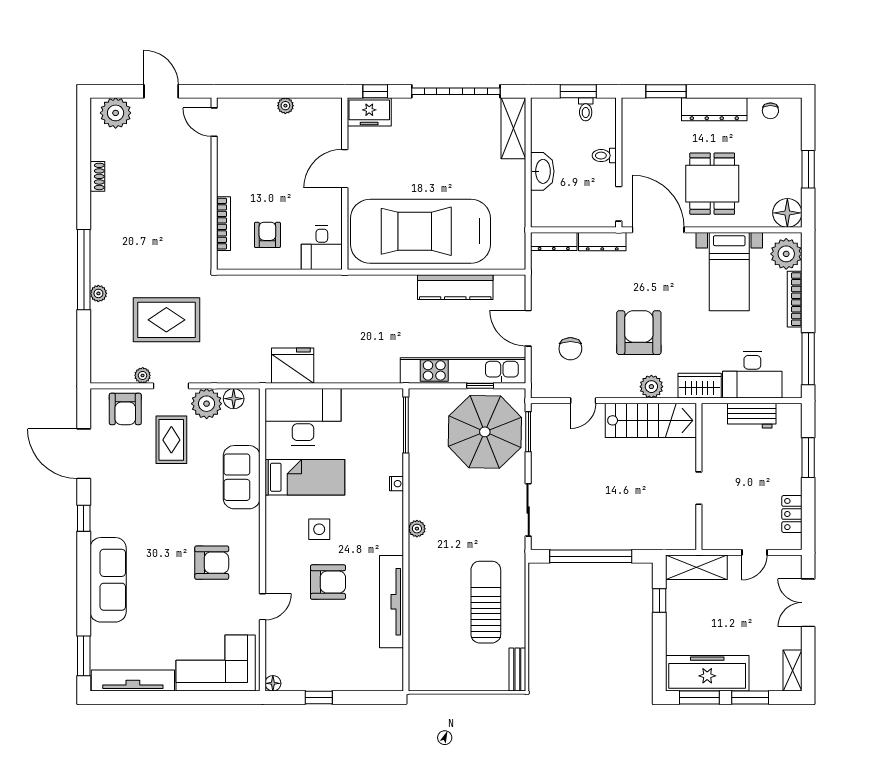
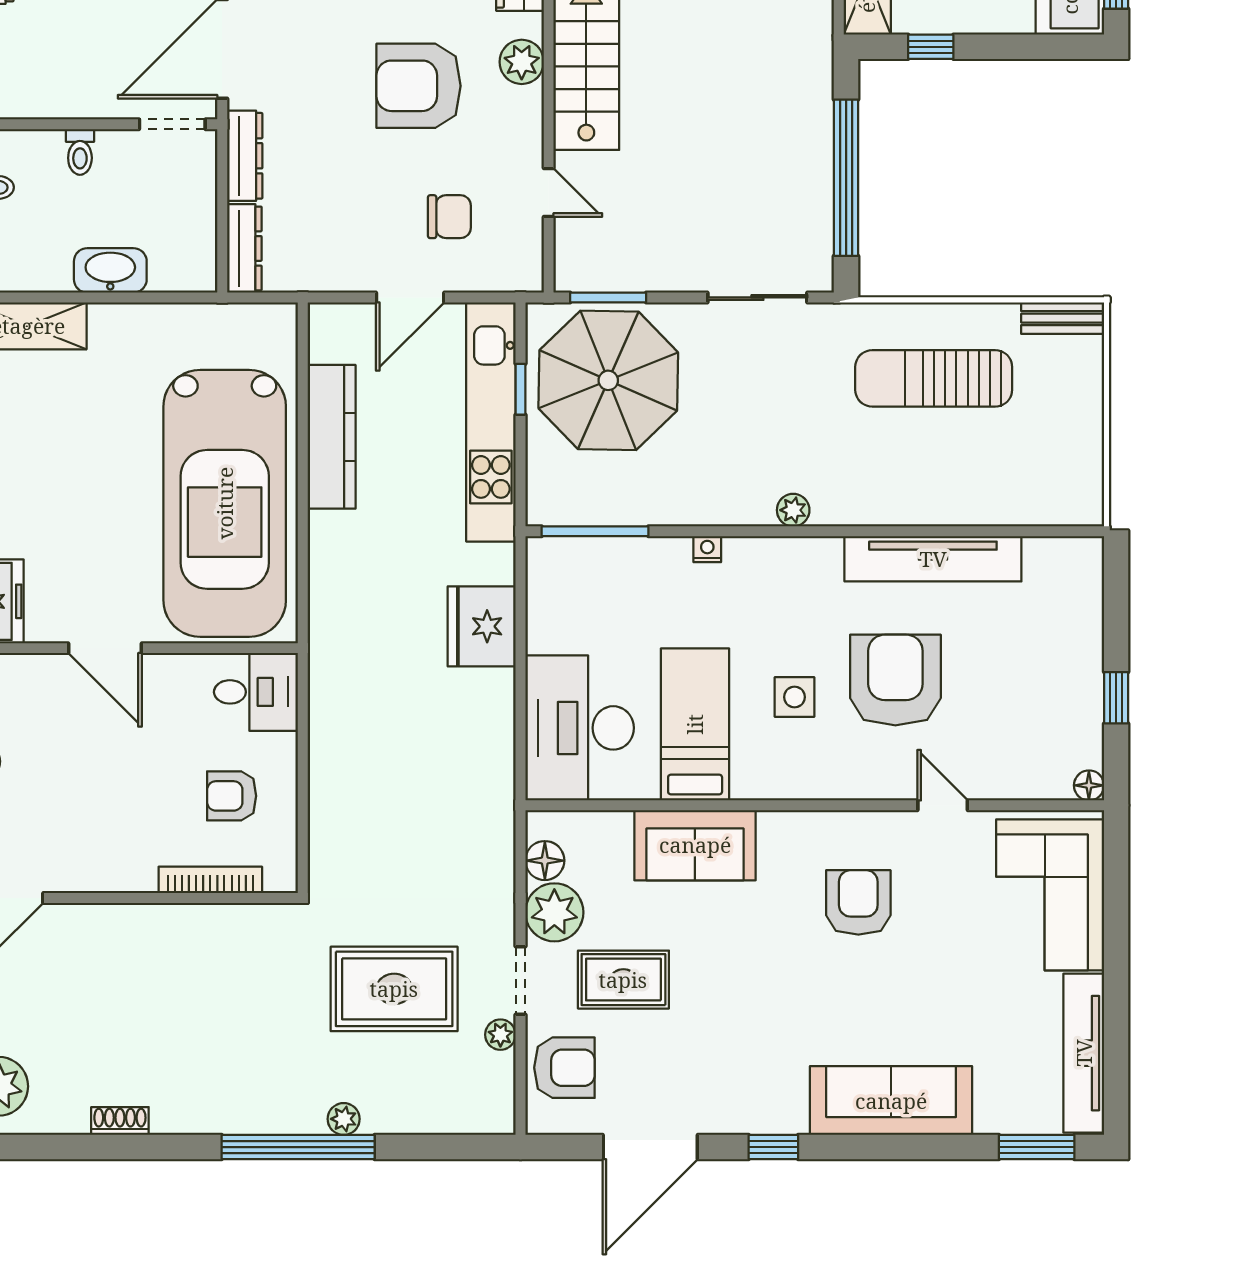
rug: (166, 320) -> (394, 989), turned 90
fridge: (293, 366) -> (482, 626), moved
armchair: (328, 582) -> (895, 680), width x1.36, depth x1.36

